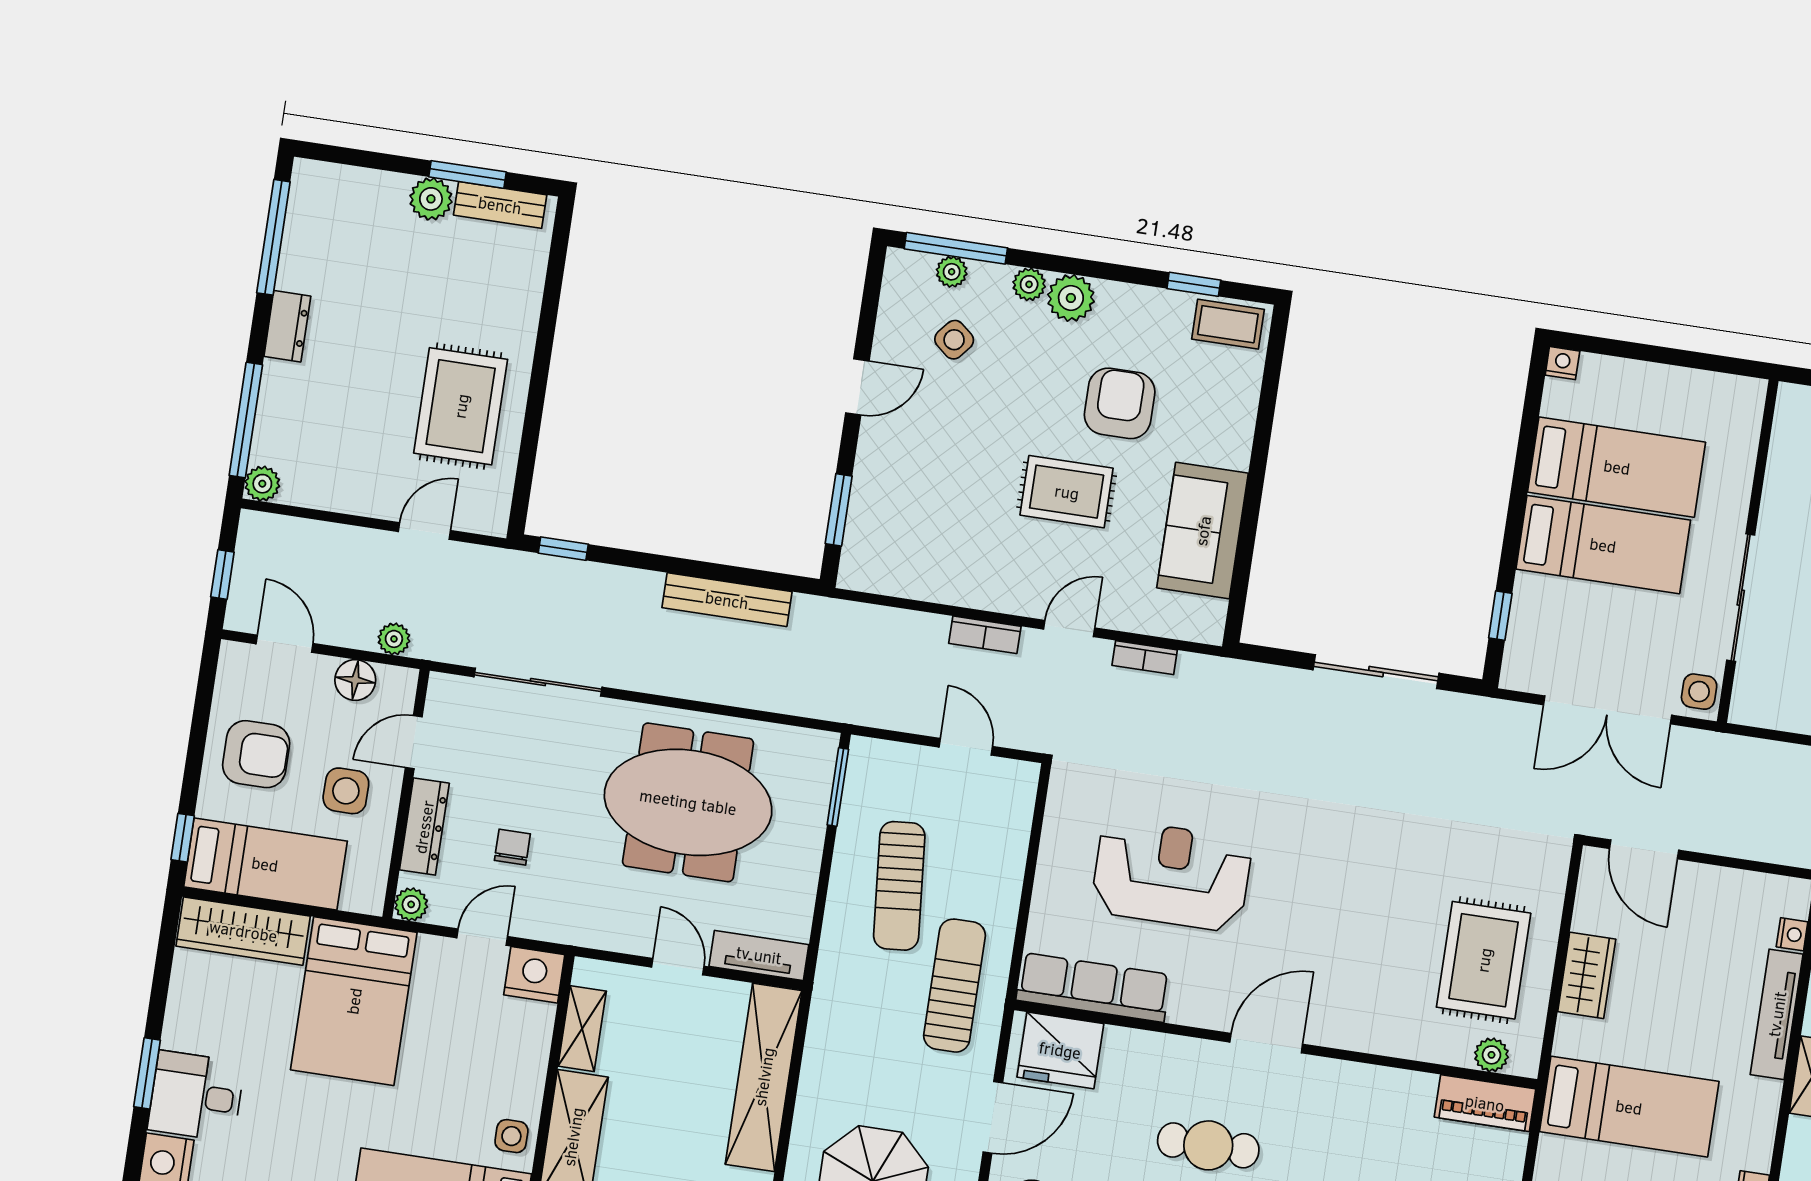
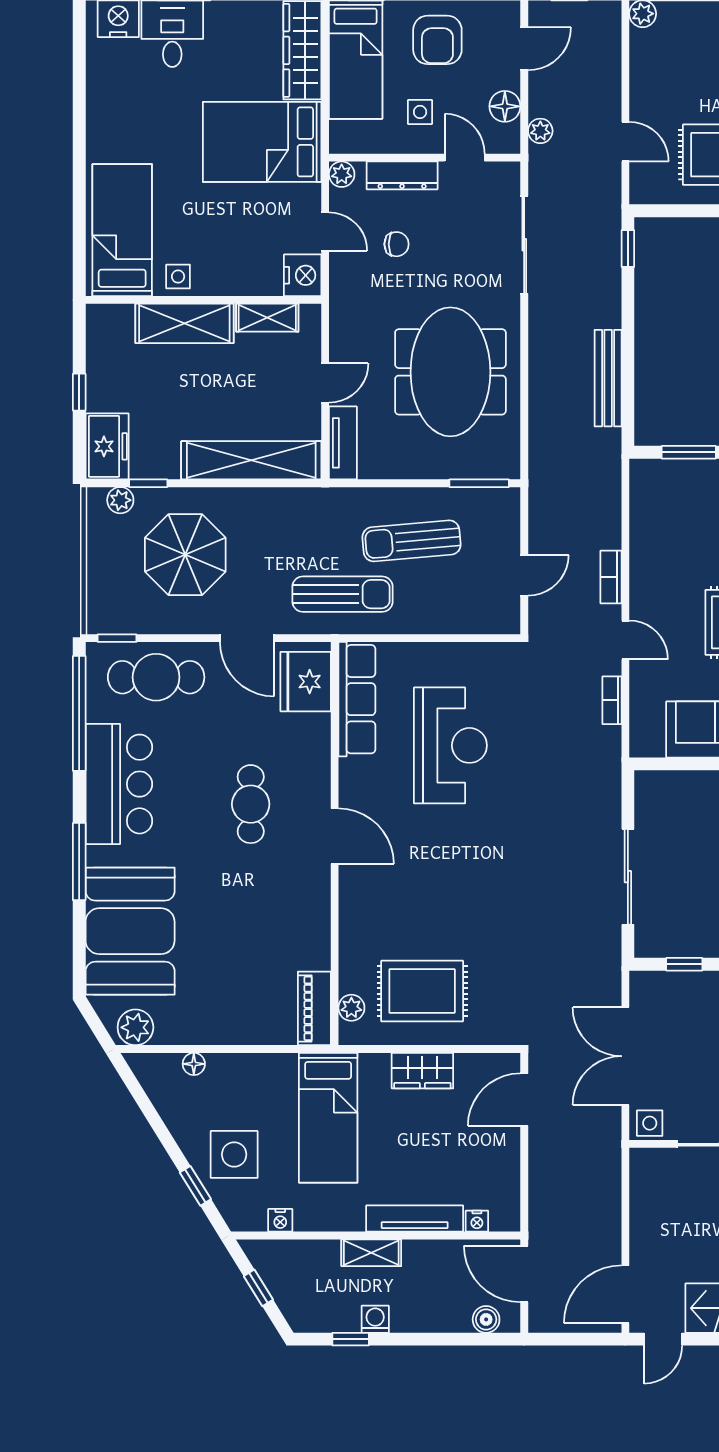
side table: (346, 791) -> (420, 112), width x0.73, depth x0.73

